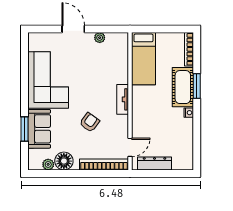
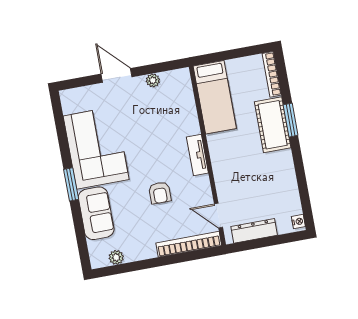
nightstand: (189, 113) -> (298, 221), moved
armchair: (89, 122) -> (160, 193), turned 144
window: (25, 129) -> (71, 184), moved
door: (130, 147) -> (218, 216), swing flipped
floor lamp: (64, 161) -> (136, 249), removed

